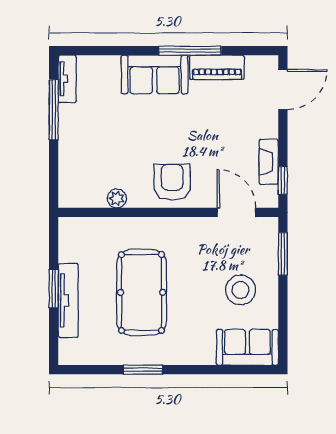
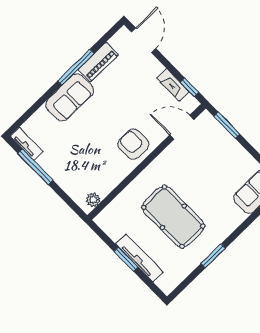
plant: (117, 198) -> (93, 200), moved
stool: (240, 290) -> (223, 165), removed

